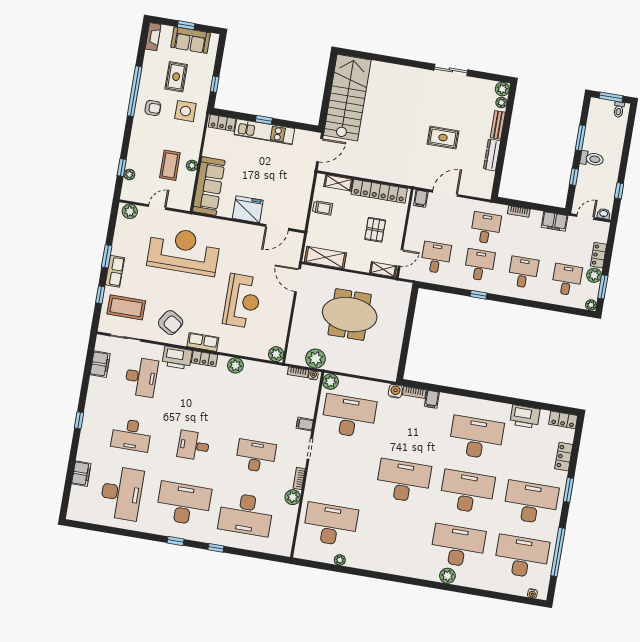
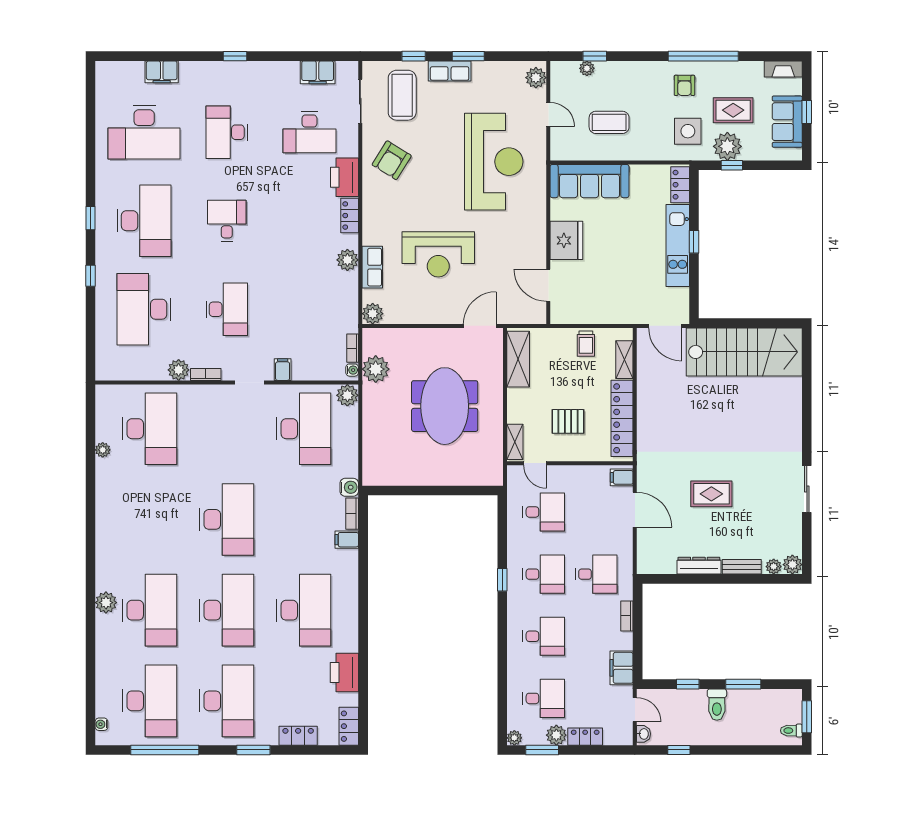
rug: (443, 138) -> (711, 494), turned 90
plant: (192, 165) -> (727, 146), moved, width x1.88, depth x1.88
row of seats: (203, 342) -> (372, 267), moved

